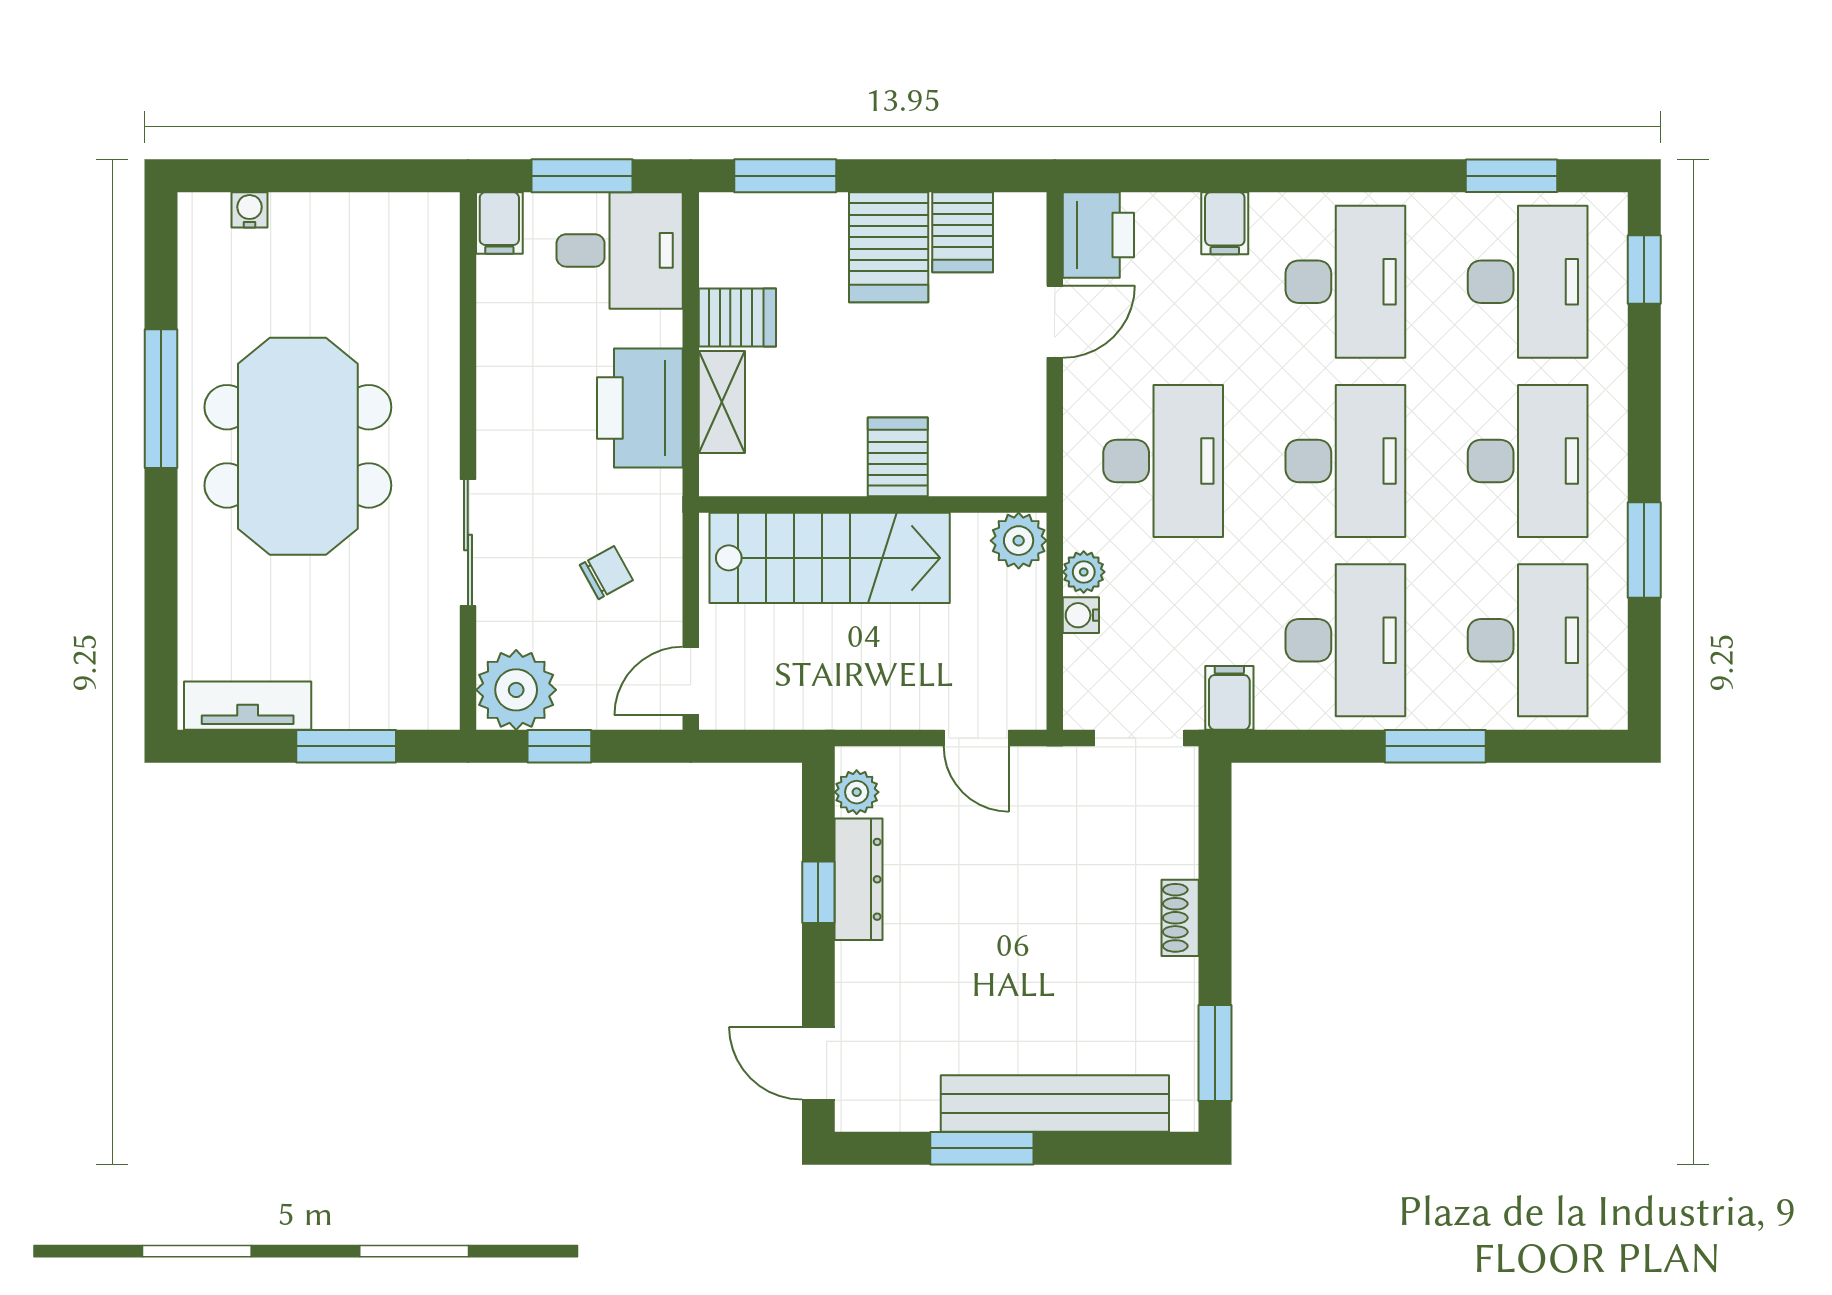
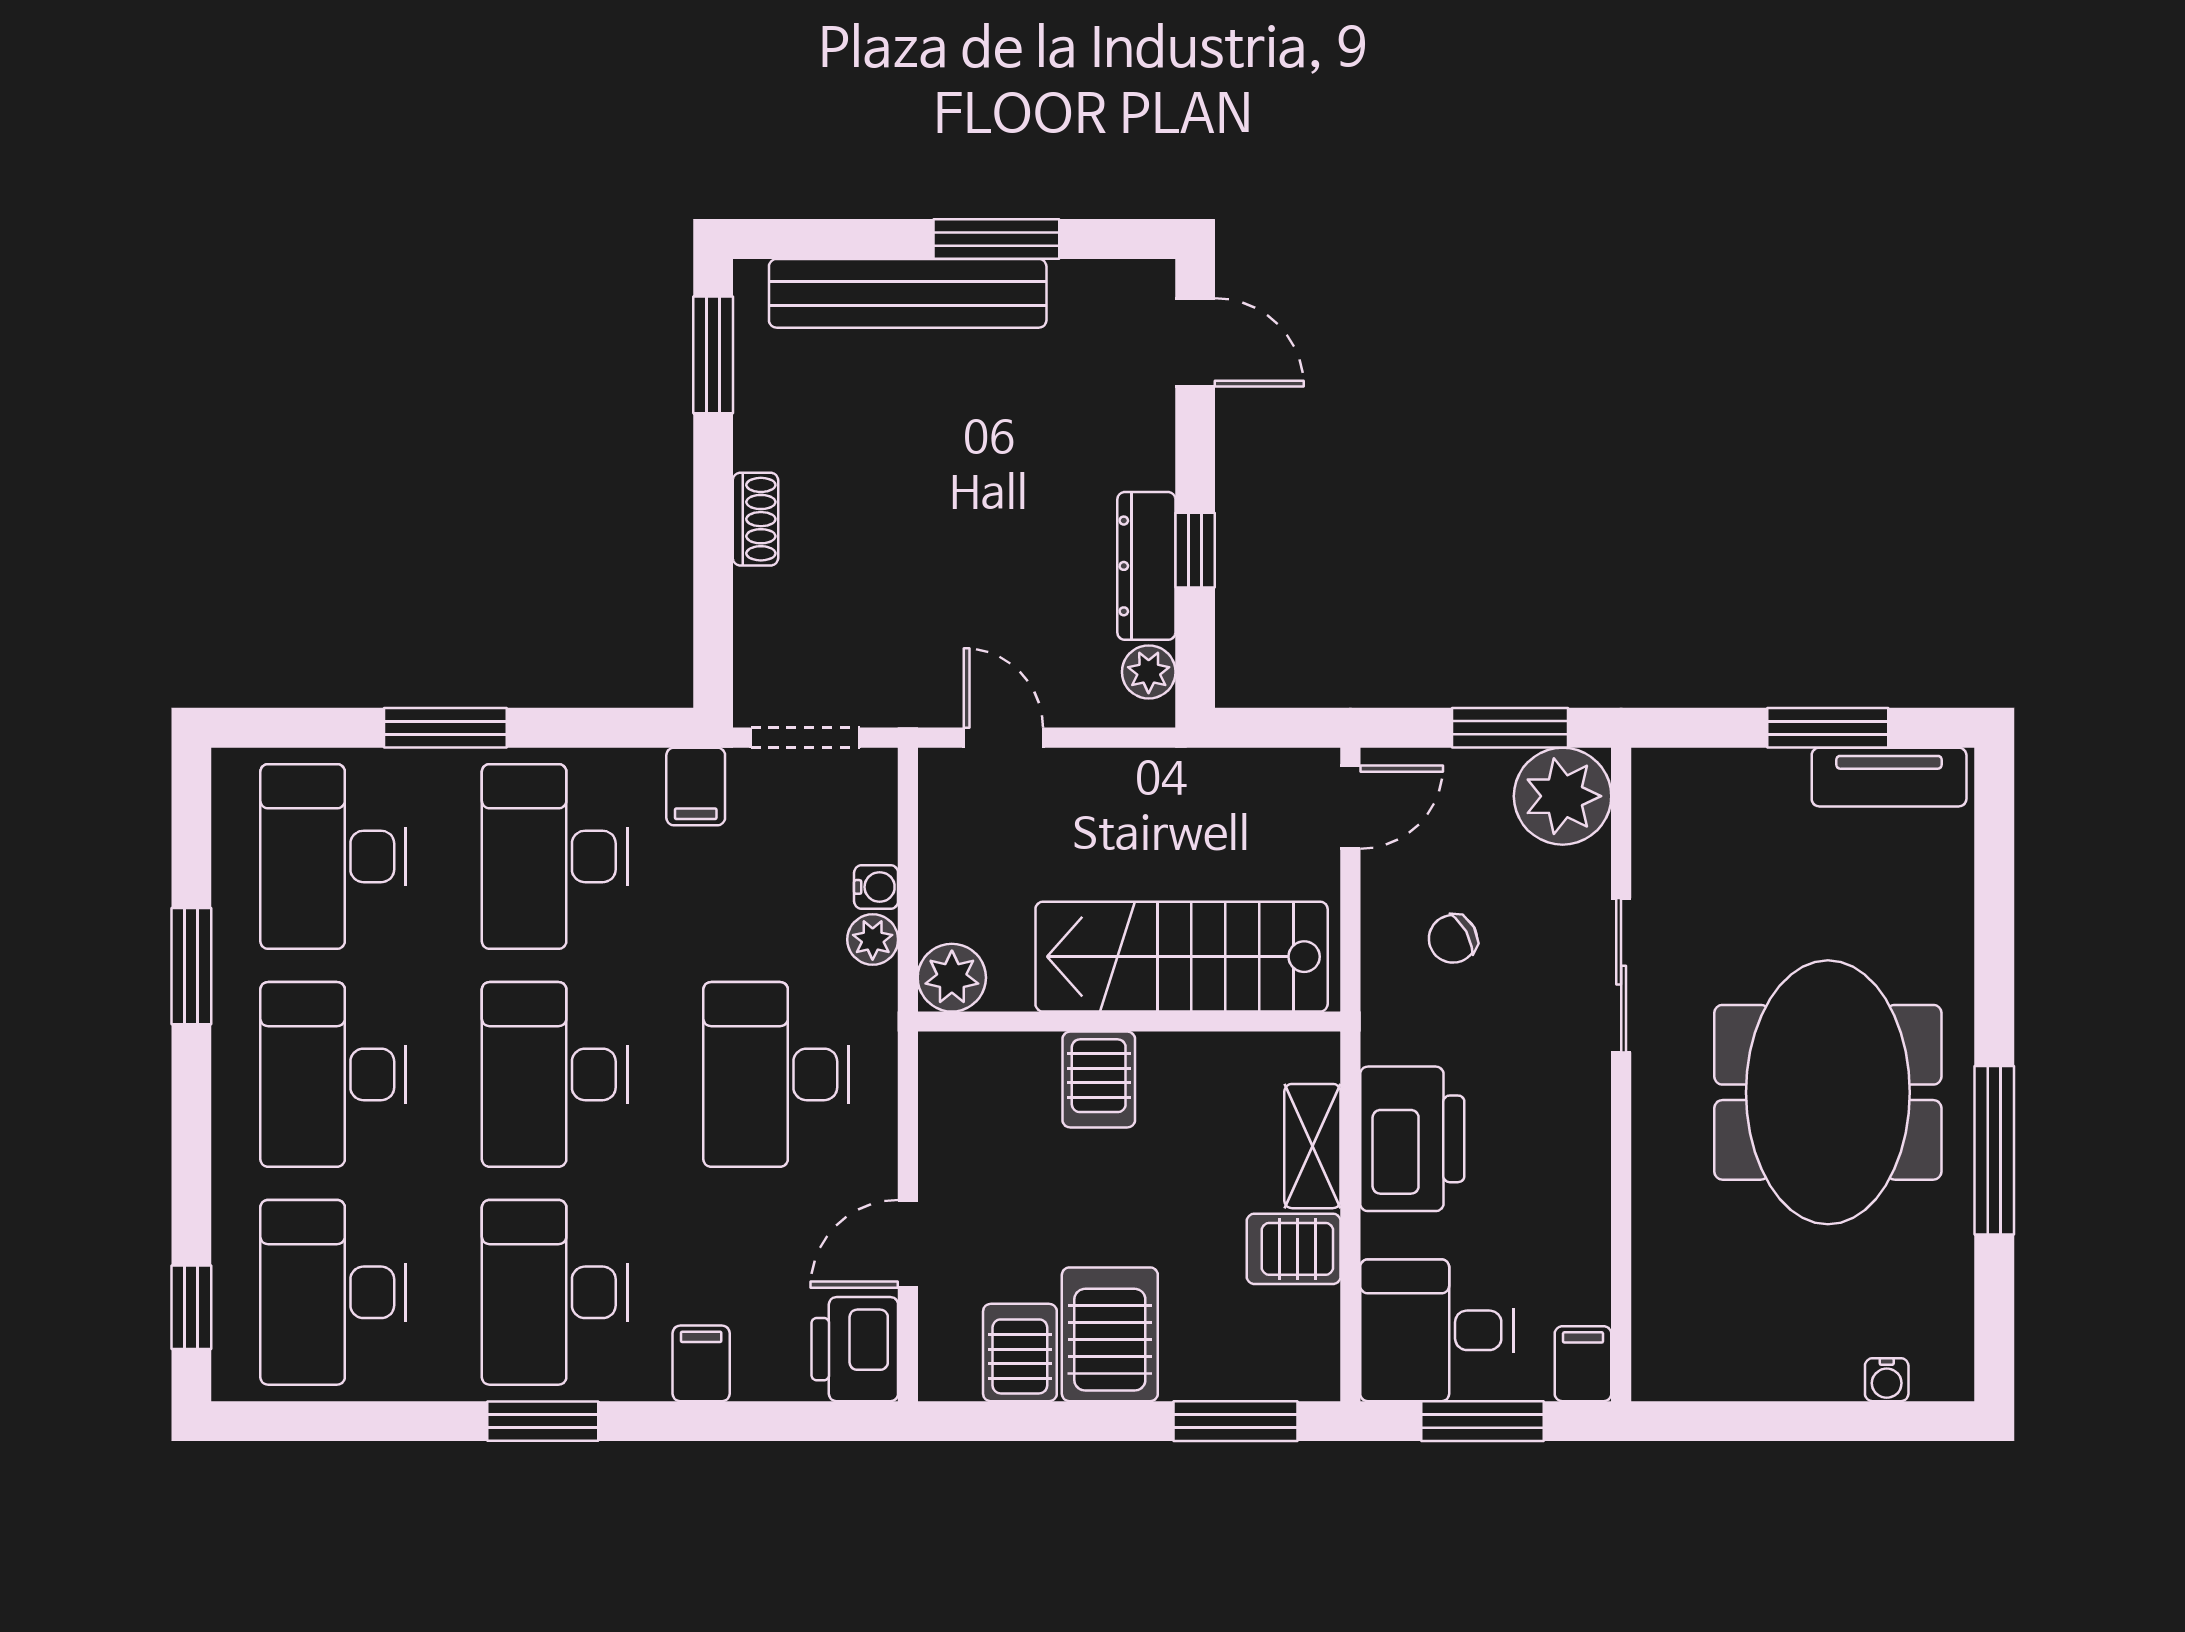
window: (1512, 176) -> (543, 1421), moved
window: (346, 746) -> (1828, 728), moved
window: (559, 746) -> (1510, 728), width x1.50

